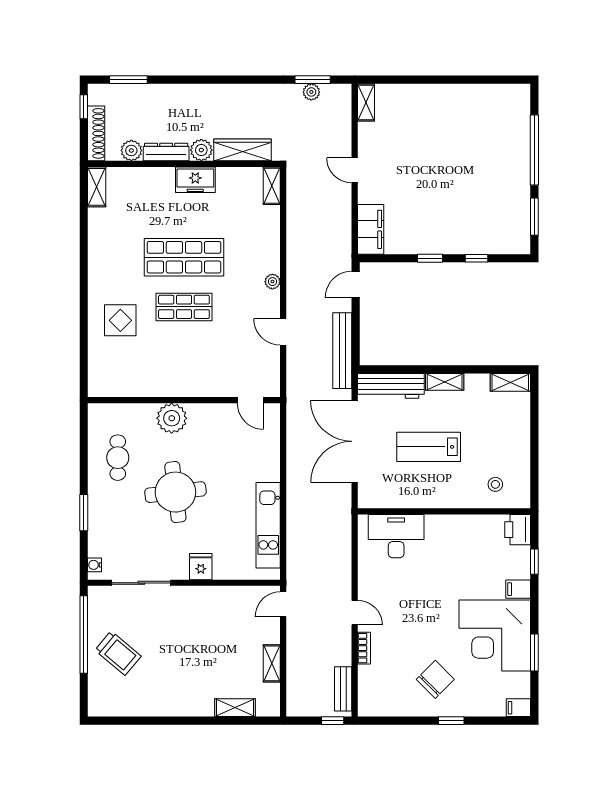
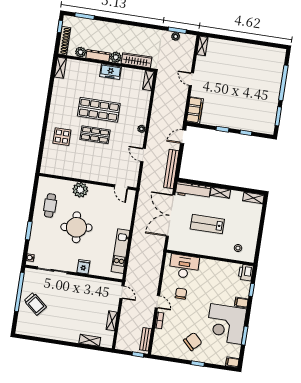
chair: (398, 590) -> (181, 294), added
door: (283, 604) -> (122, 292), swing flipped

